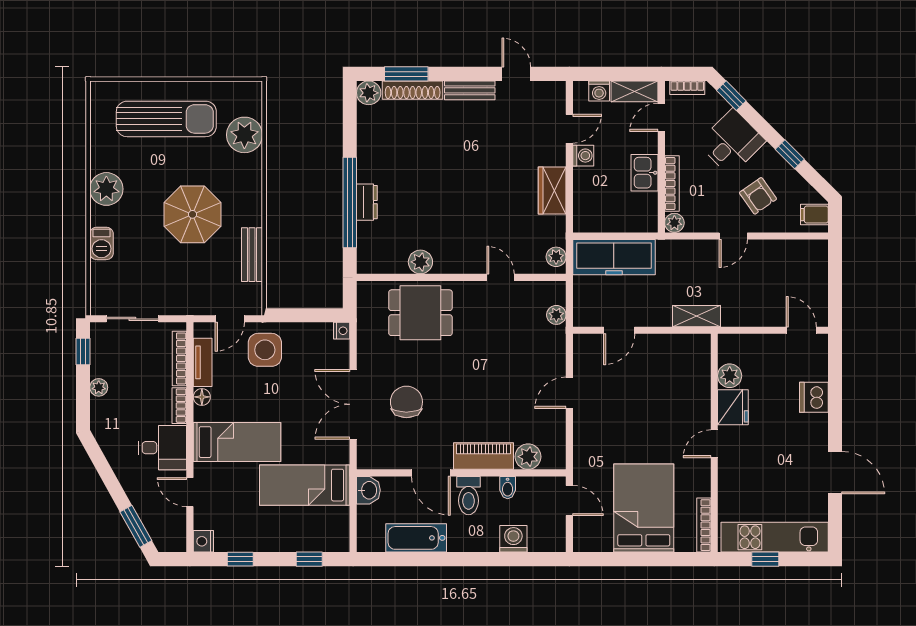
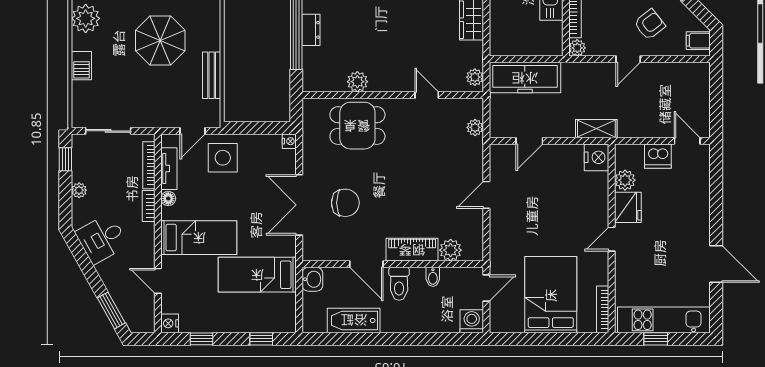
armchair: (758, 196) -> (650, 24), turned -93
nightstand: (697, 349) -> (597, 157), added
dishwasher: (814, 397) -> (658, 156), moved, turned -90
chair: (406, 402) -> (345, 203), turned 90
desk: (162, 448) -> (102, 239), moved, turned 151
door: (569, 501) -> (486, 288), hinge flipped
washing machine: (513, 539) -> (472, 321), moved

